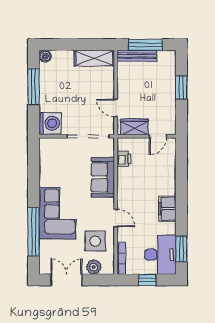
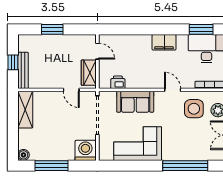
window: (146, 45) -> (13, 62), width x0.46
door: (116, 108) -> (71, 90), hinge flipped
corner sofa: (57, 213) -> (138, 144), moved
door: (116, 218) -> (173, 90), hinge flipped

